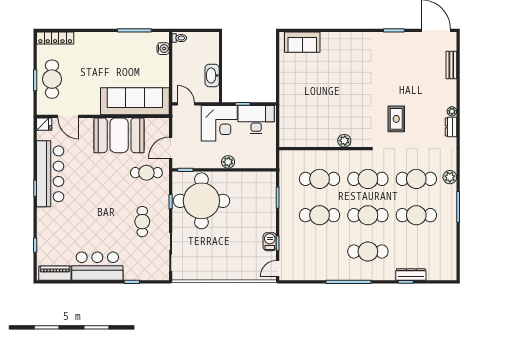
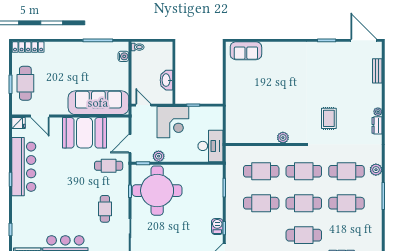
desk: (256, 120) -> (211, 146), moved, turned 90
plant: (228, 162) -> (159, 156), moved

